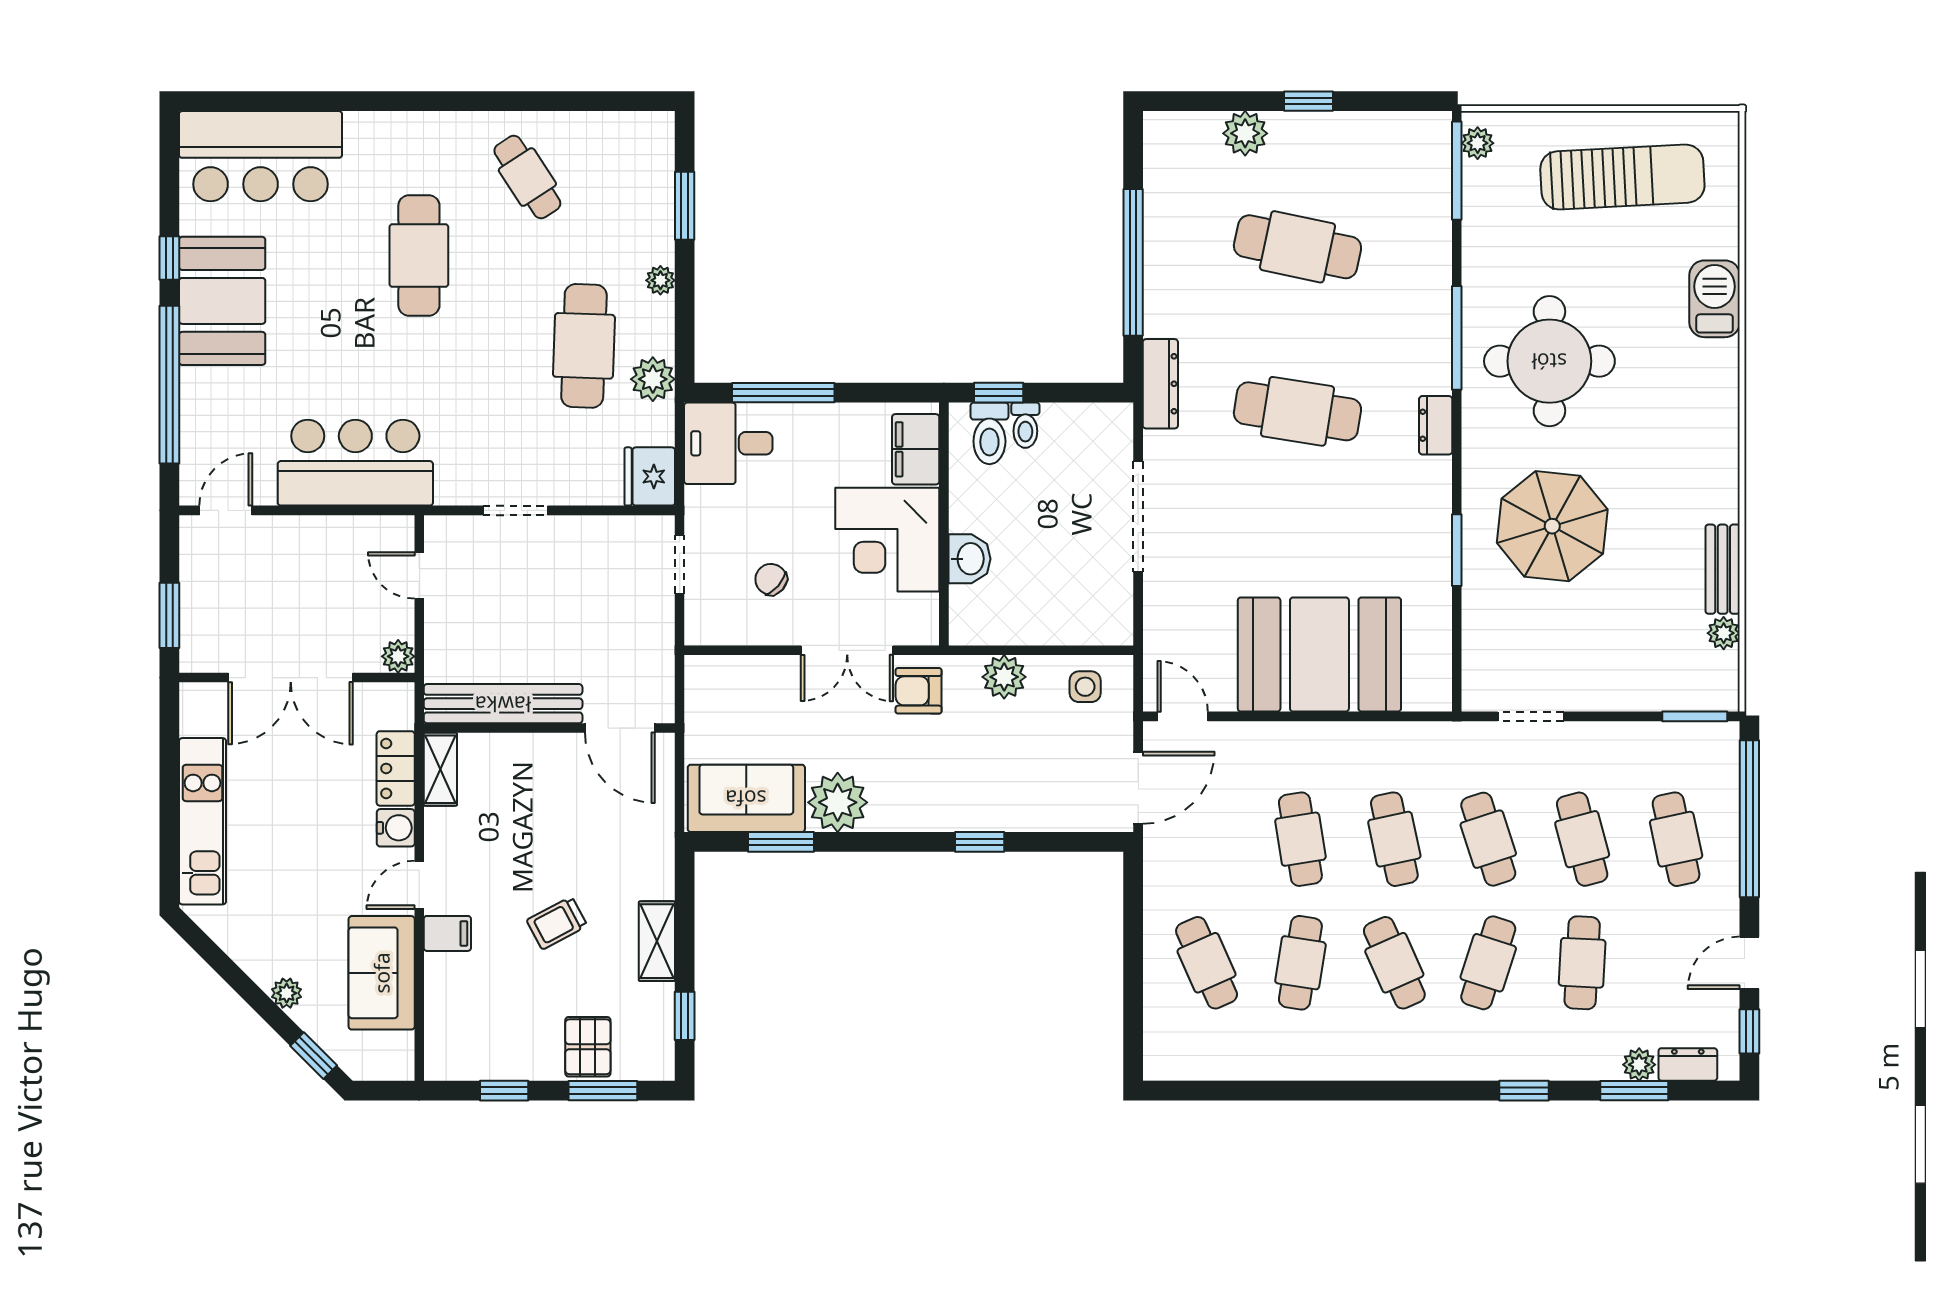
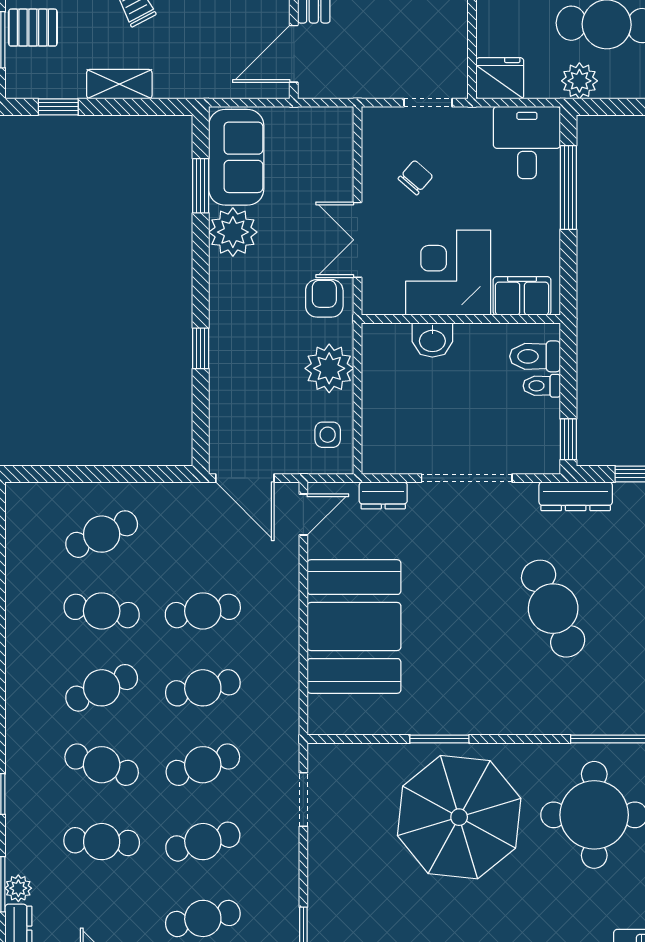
window: (999, 393) -> (568, 439), moved
cafe table: (1297, 411) -> (553, 609), turned -33
dresser: (1436, 425) -> (383, 495), moved, turned 180
parasol: (1552, 526) -> (459, 817), width x1.36, depth x1.36
plant: (1004, 677) -> (329, 368), width x1.36, depth x1.36

